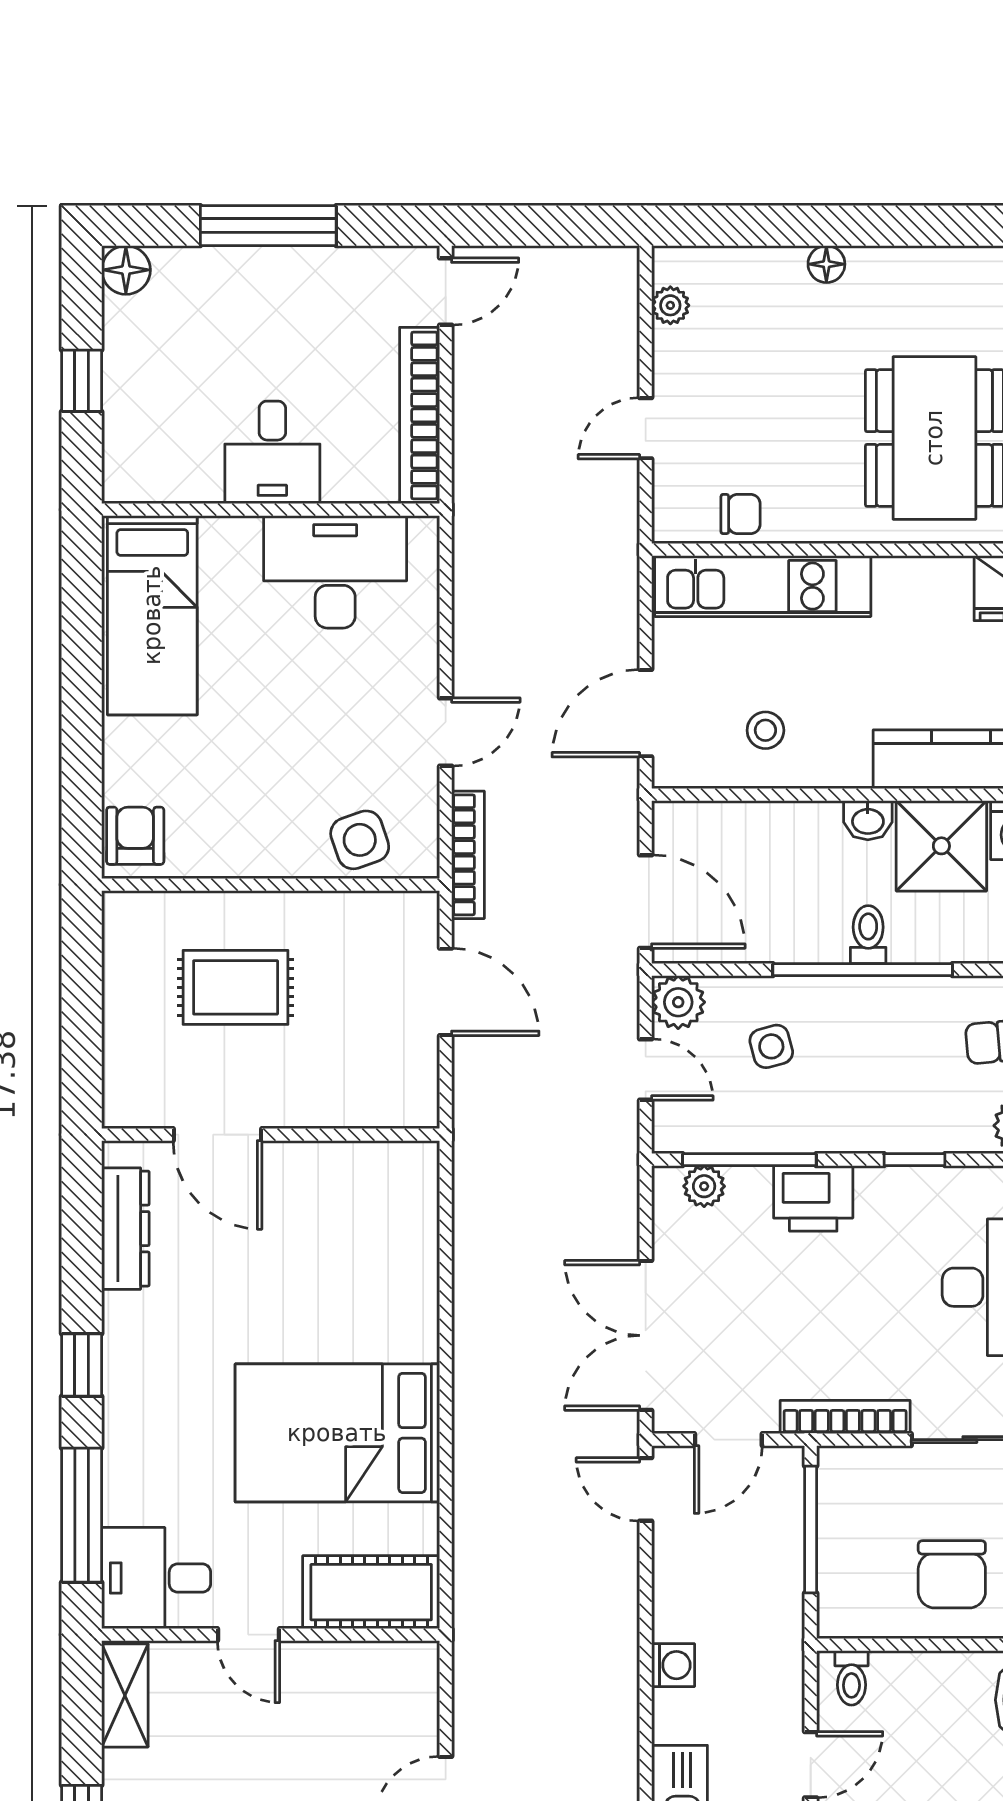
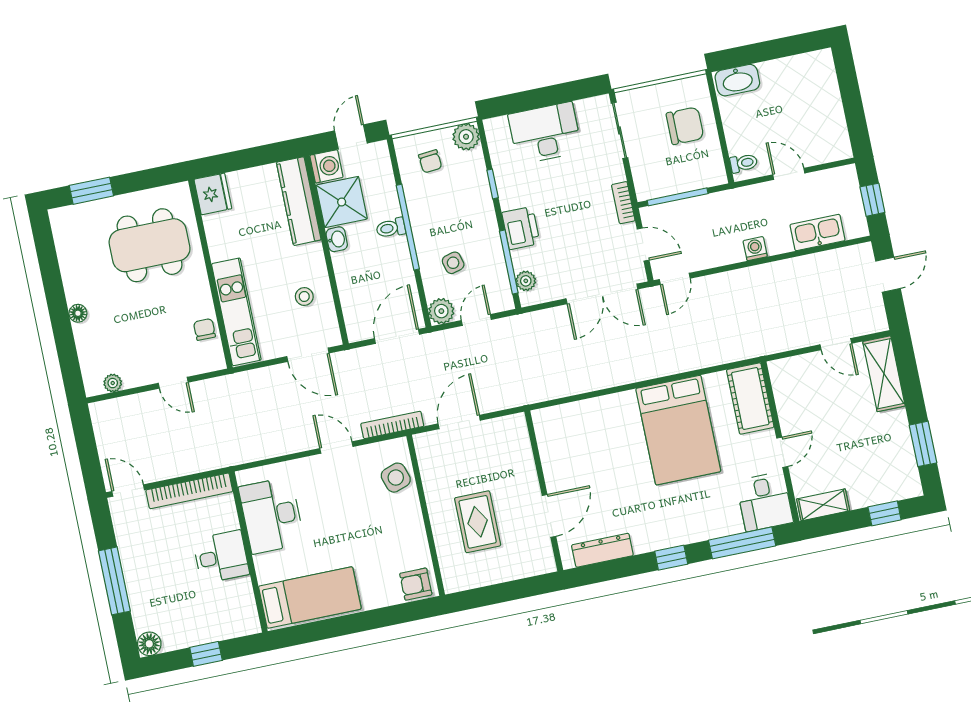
bookcase: (845, 1417) -> (623, 203), width x0.64

